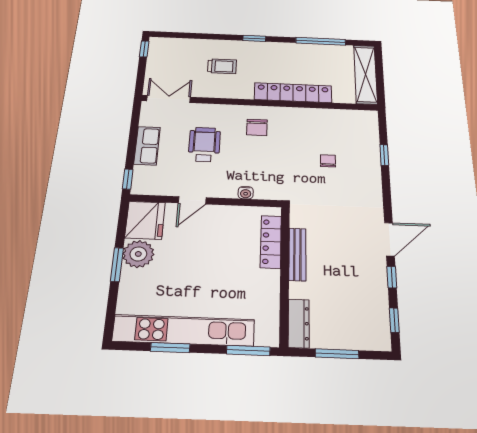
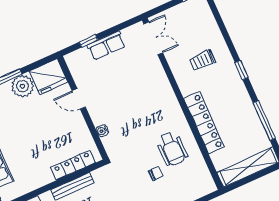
trolley: (222, 66) -> (202, 60), turned 90
chair: (257, 127) -> (160, 112), removed
wheelchair: (204, 144) -> (172, 149), moved, turned 90
window: (128, 179) -> (88, 41), moved

